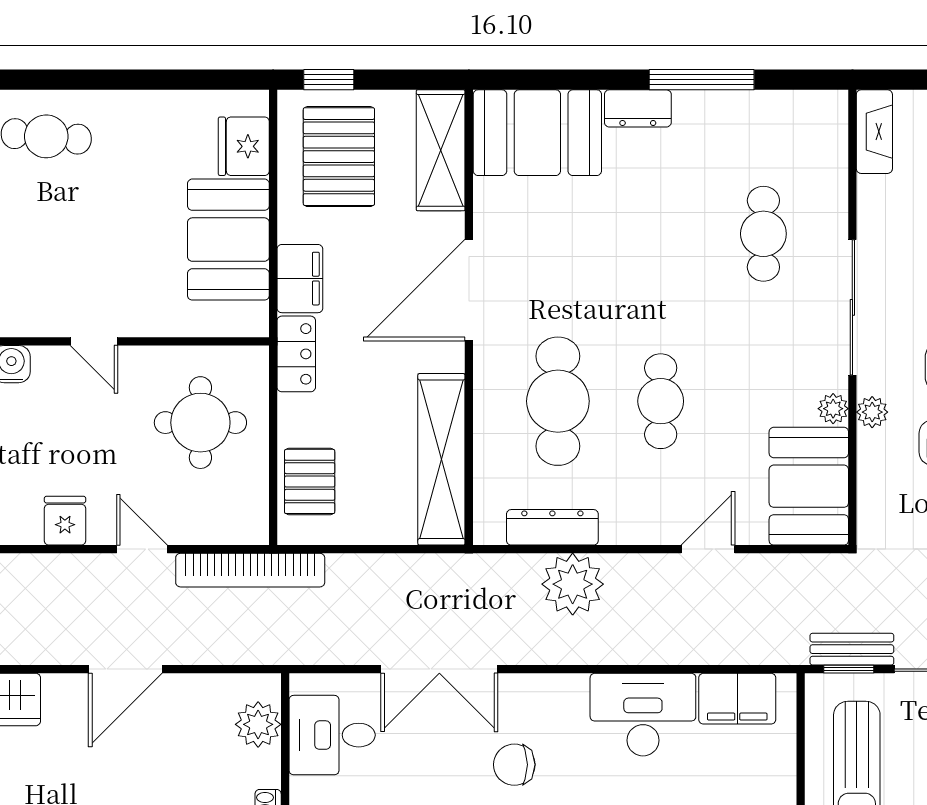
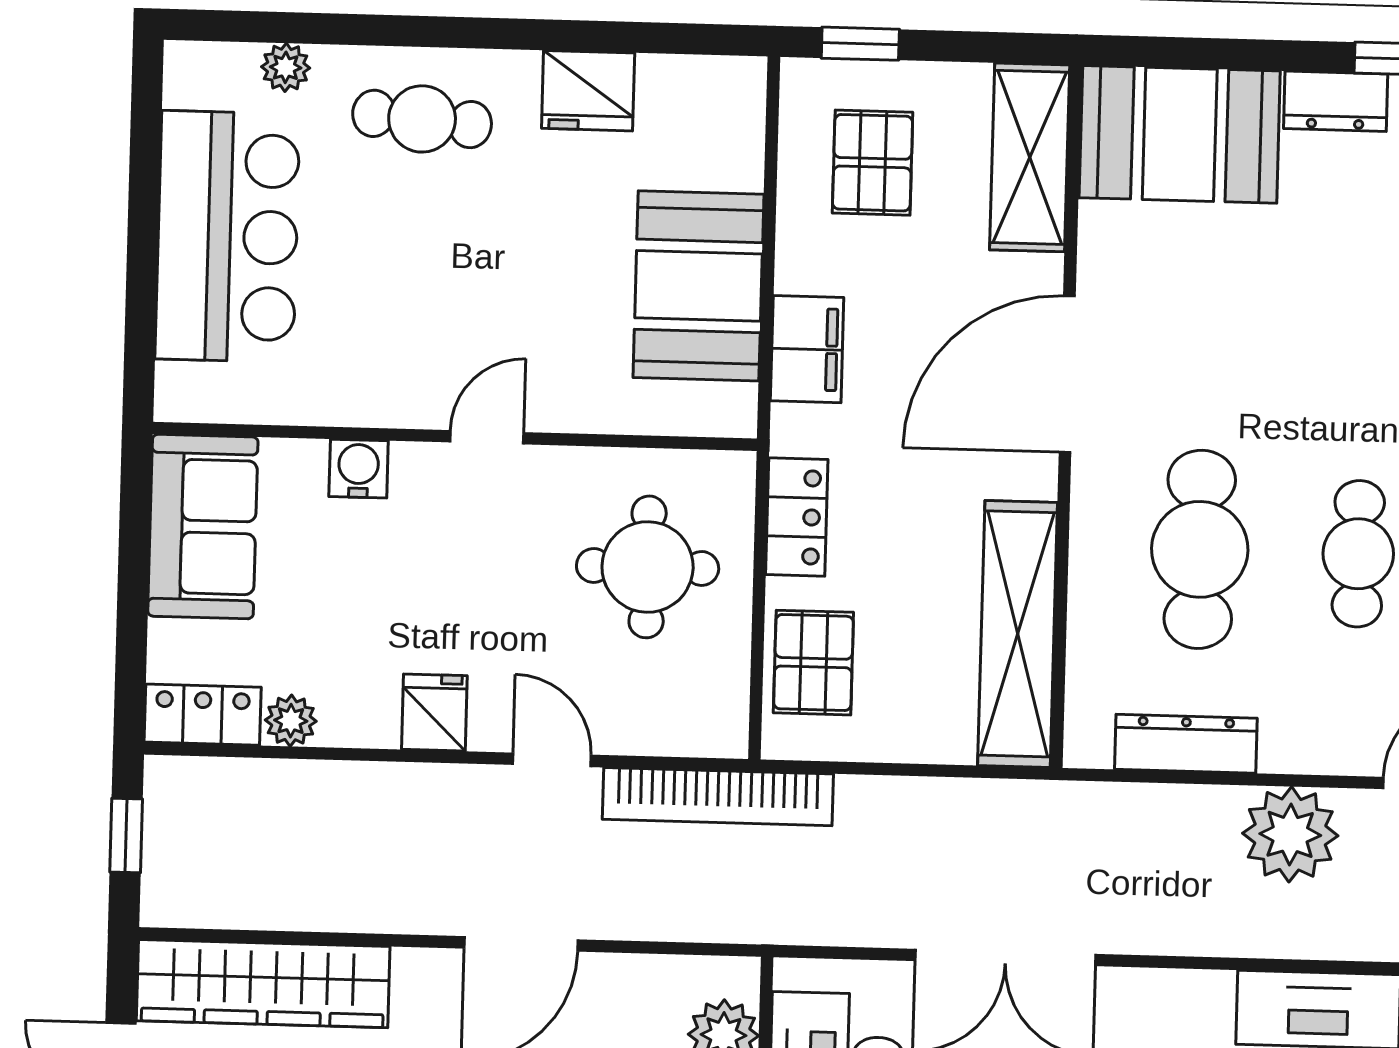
fridge: (244, 146) -> (588, 91), moved, turned -90
pallet: (339, 157) -> (873, 163), width x0.67, depth x0.71
door: (94, 341) -> (487, 437), swing flipped
locker: (296, 354) -> (797, 517), moved
plant: (573, 584) -> (1290, 834), moved

